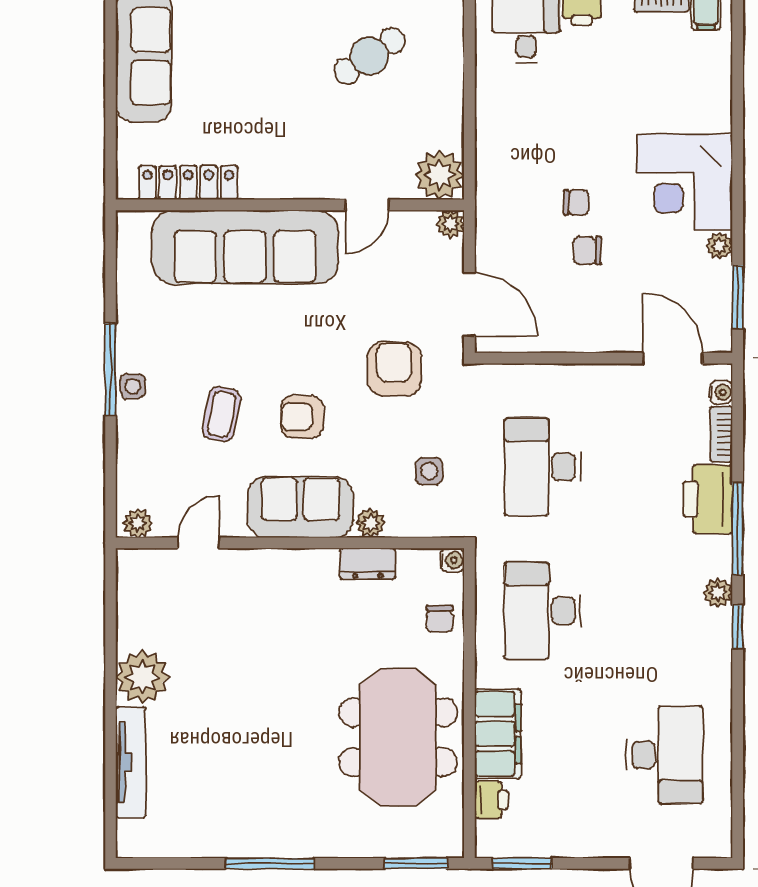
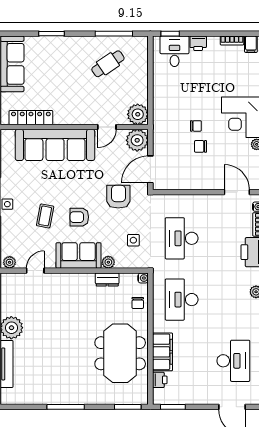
plant: (450, 224) -> (137, 140), width x1.87, depth x1.87
door: (469, 305) -> (150, 169), swing flipped

